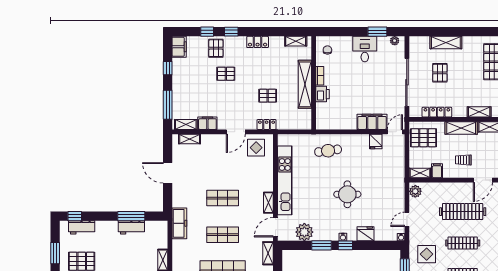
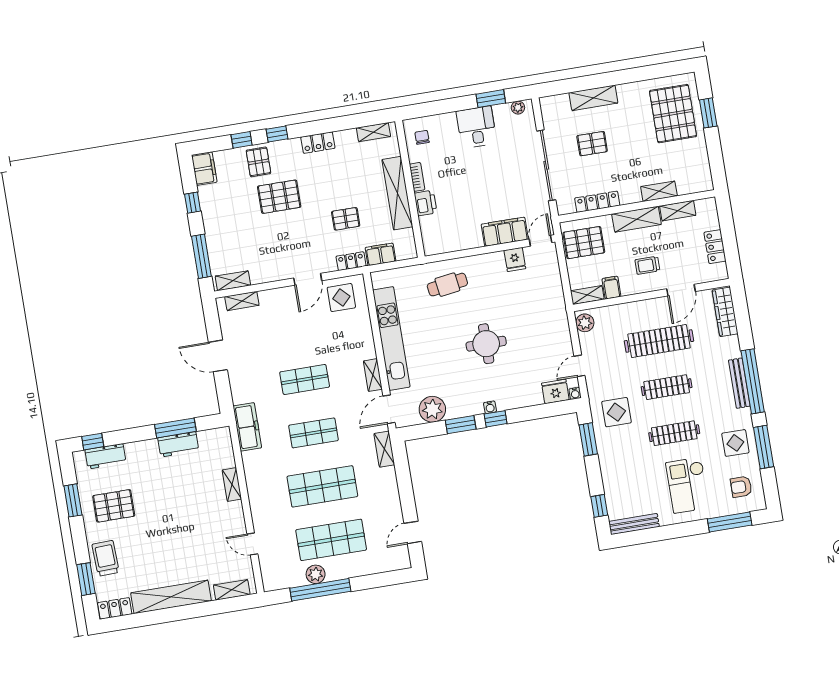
pallet: (440, 73) -> (592, 144), turned 90
pallet: (226, 74) -> (279, 197), width x1.50, depth x1.42
filing cabinet: (207, 123) -> (381, 254), moved
fridge: (365, 234) -> (555, 391), moved

